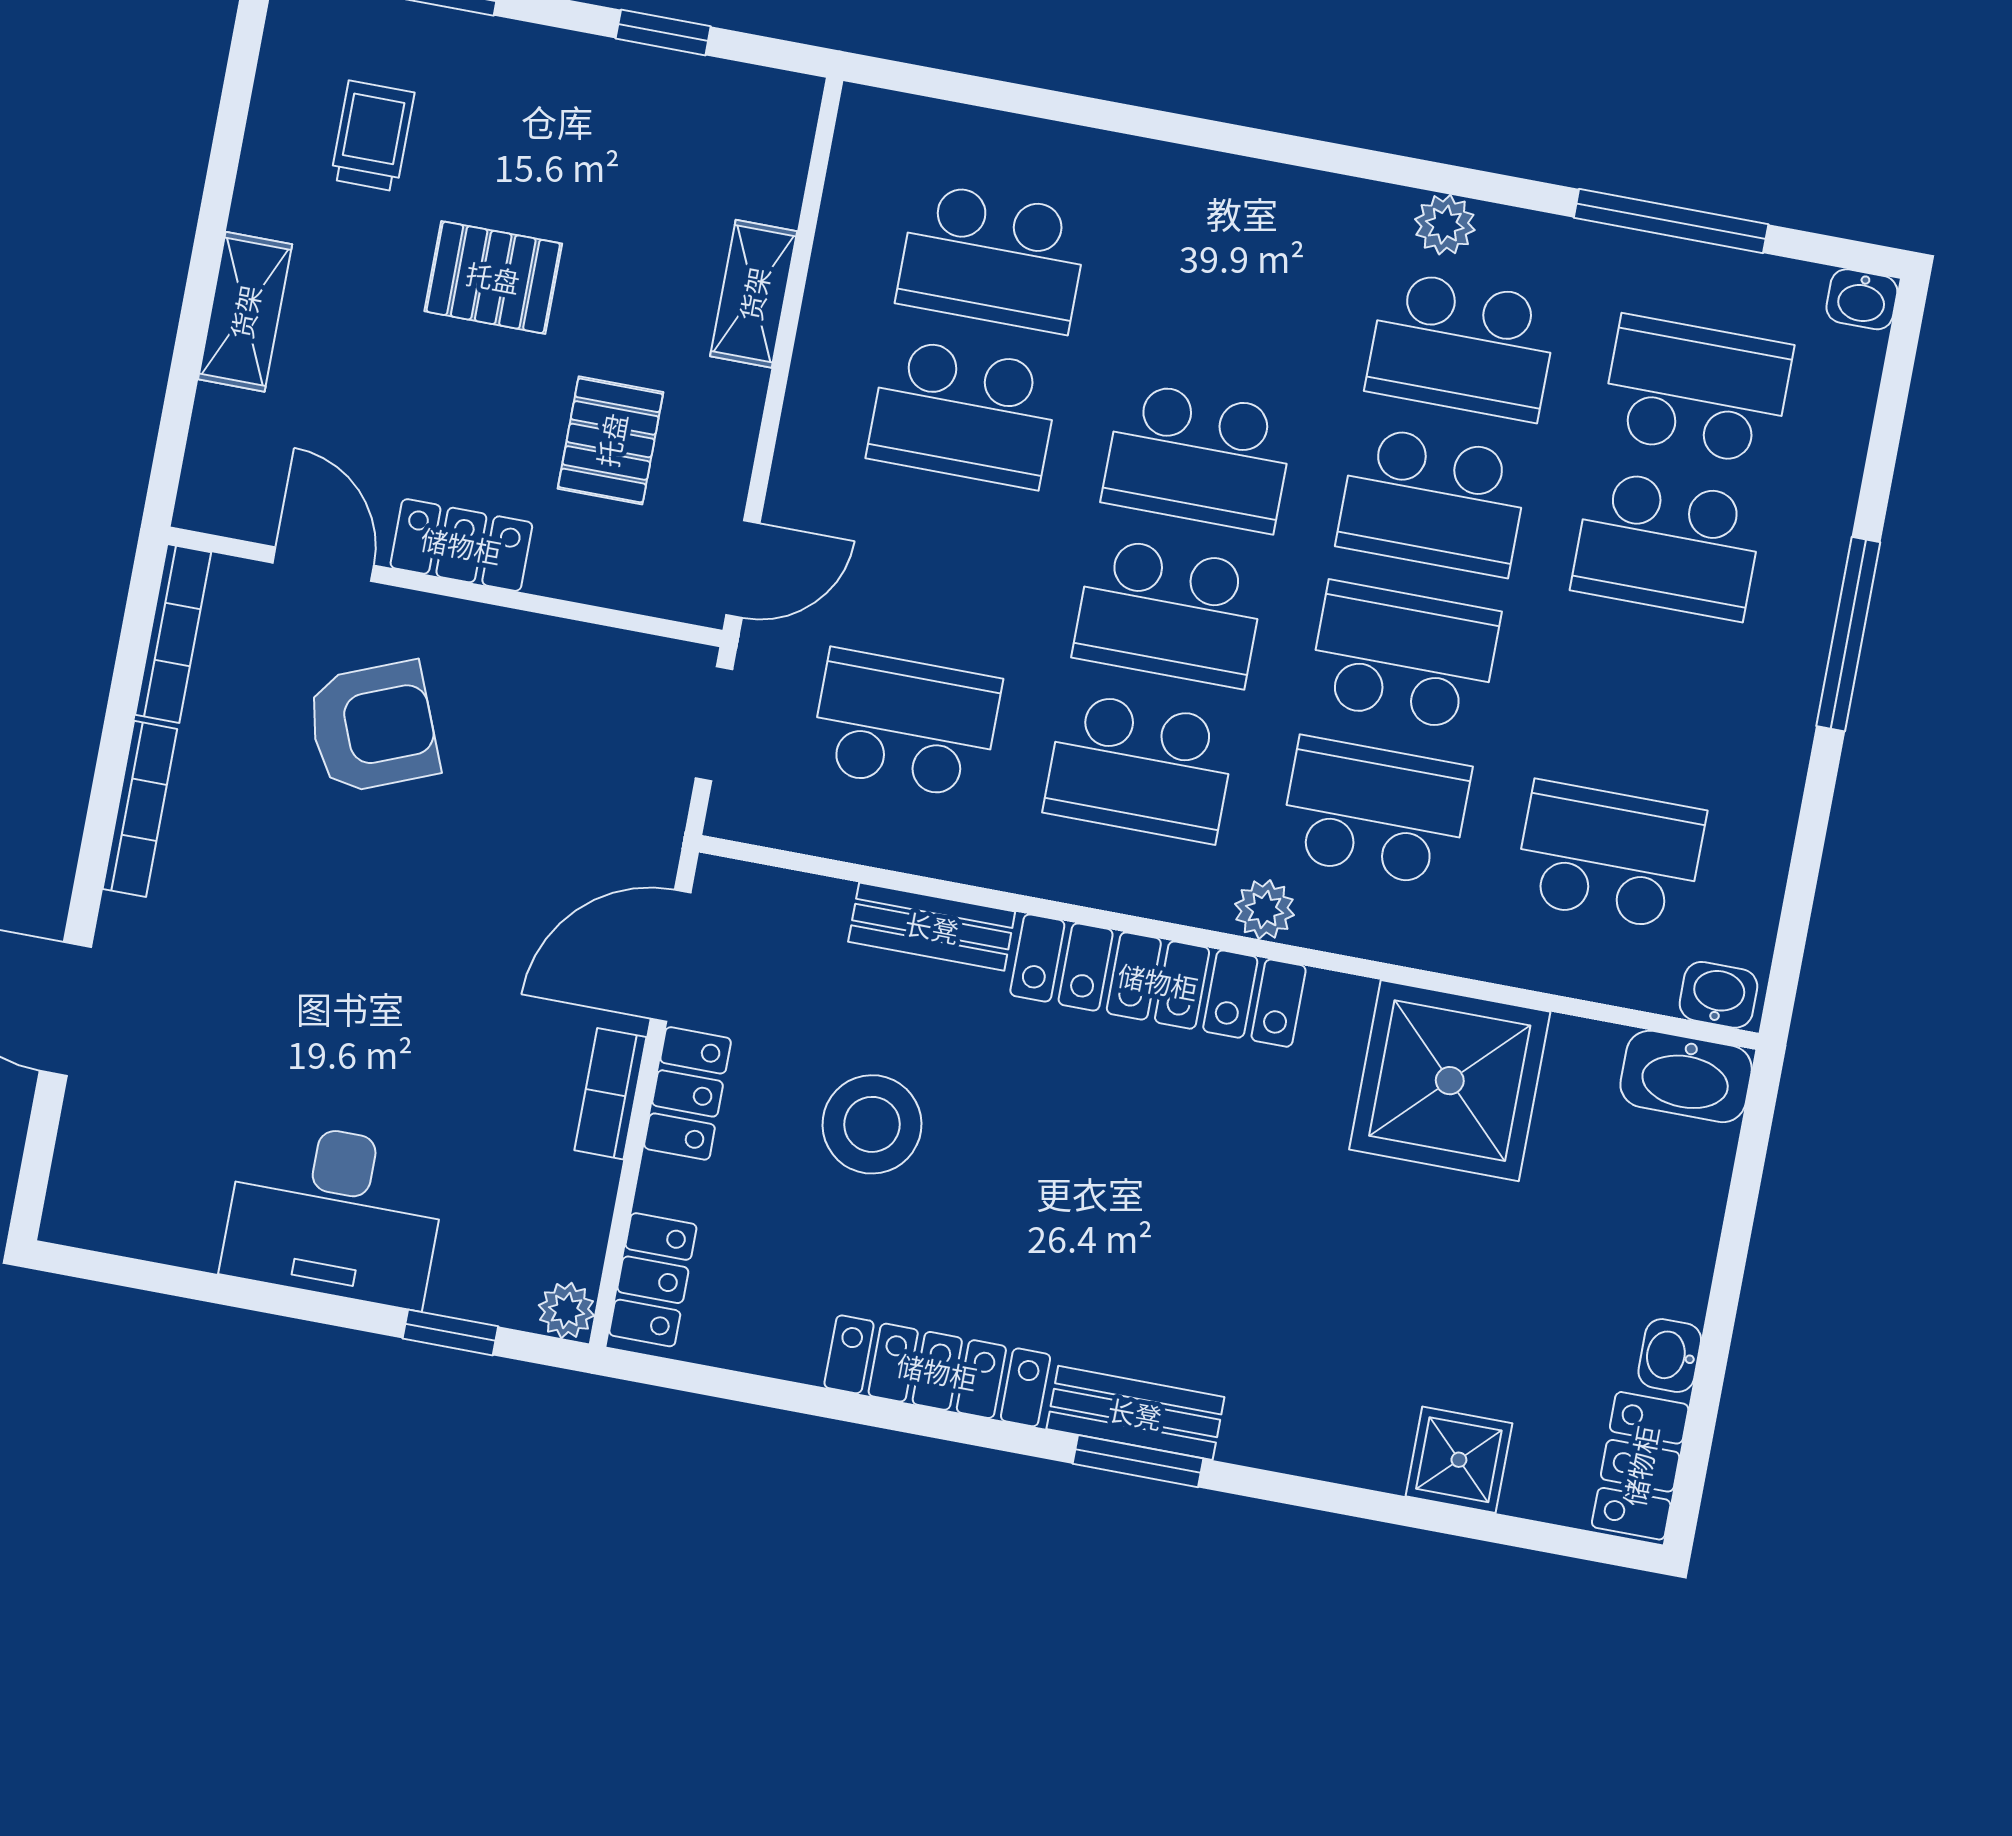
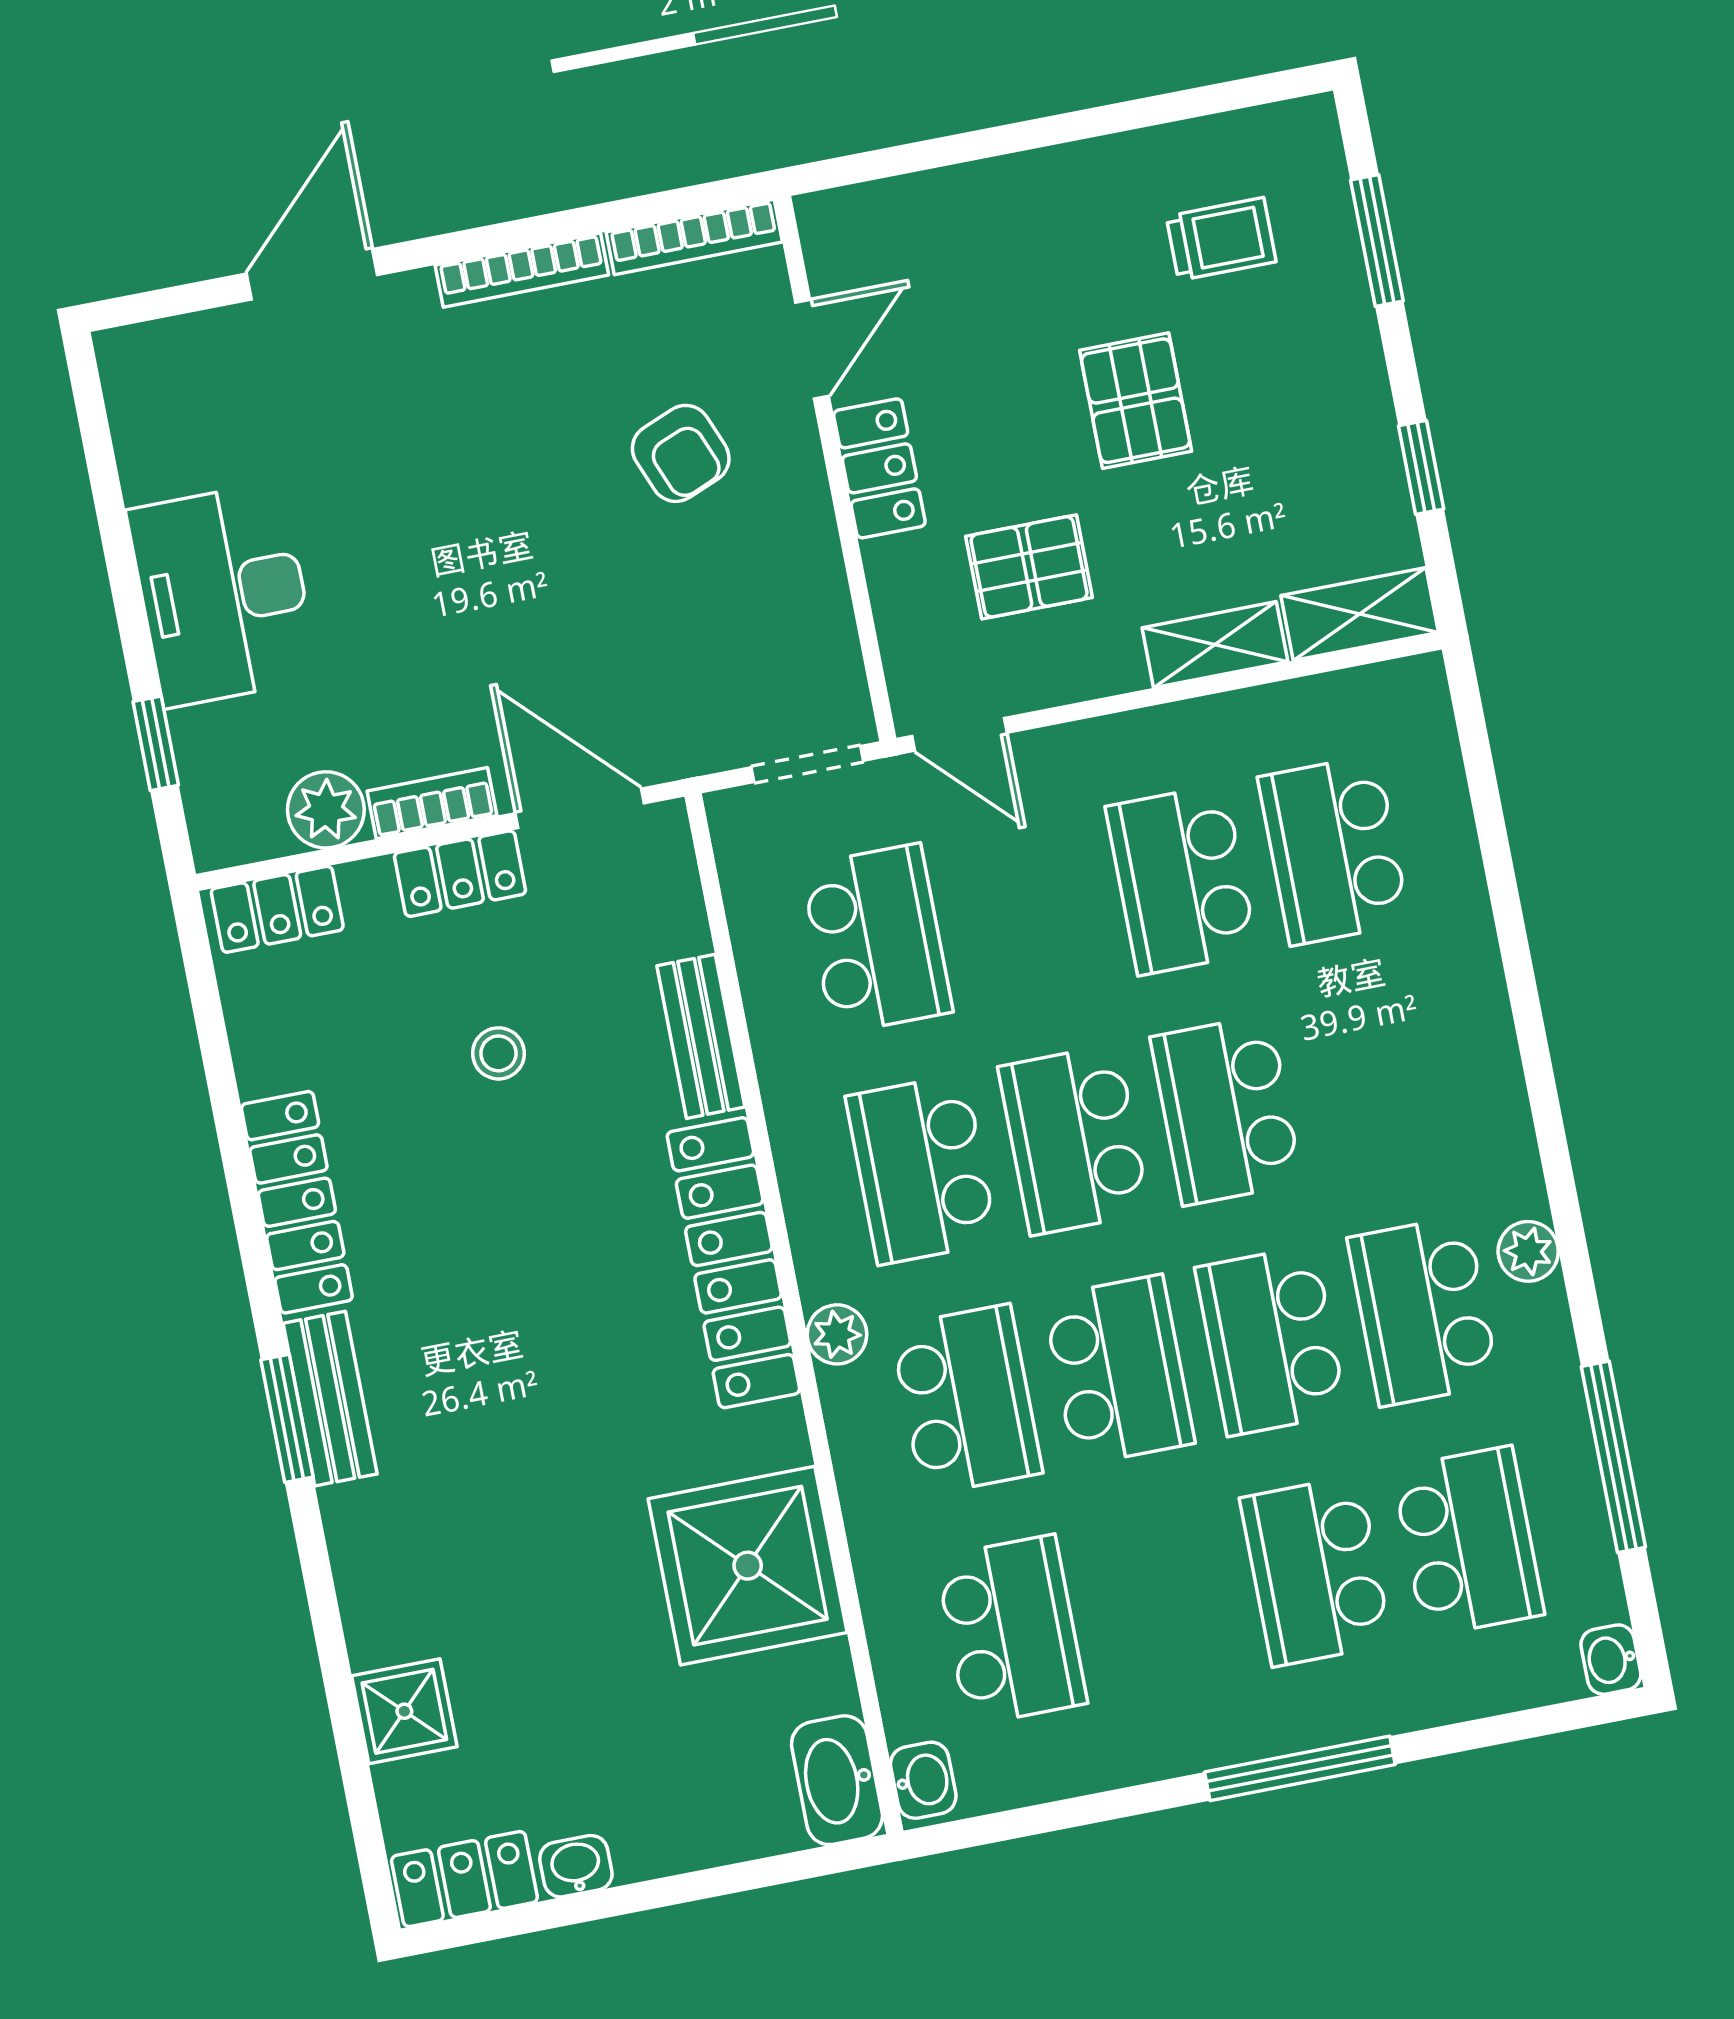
shelving: (245, 312) -> (1360, 614), moved
armchair: (373, 727) -> (681, 453), width x0.72, depth x0.72
stool: (872, 1124) -> (498, 1053), width x0.53, depth x0.53
plant: (566, 1310) -> (326, 810), moved, width x1.38, depth x1.38

